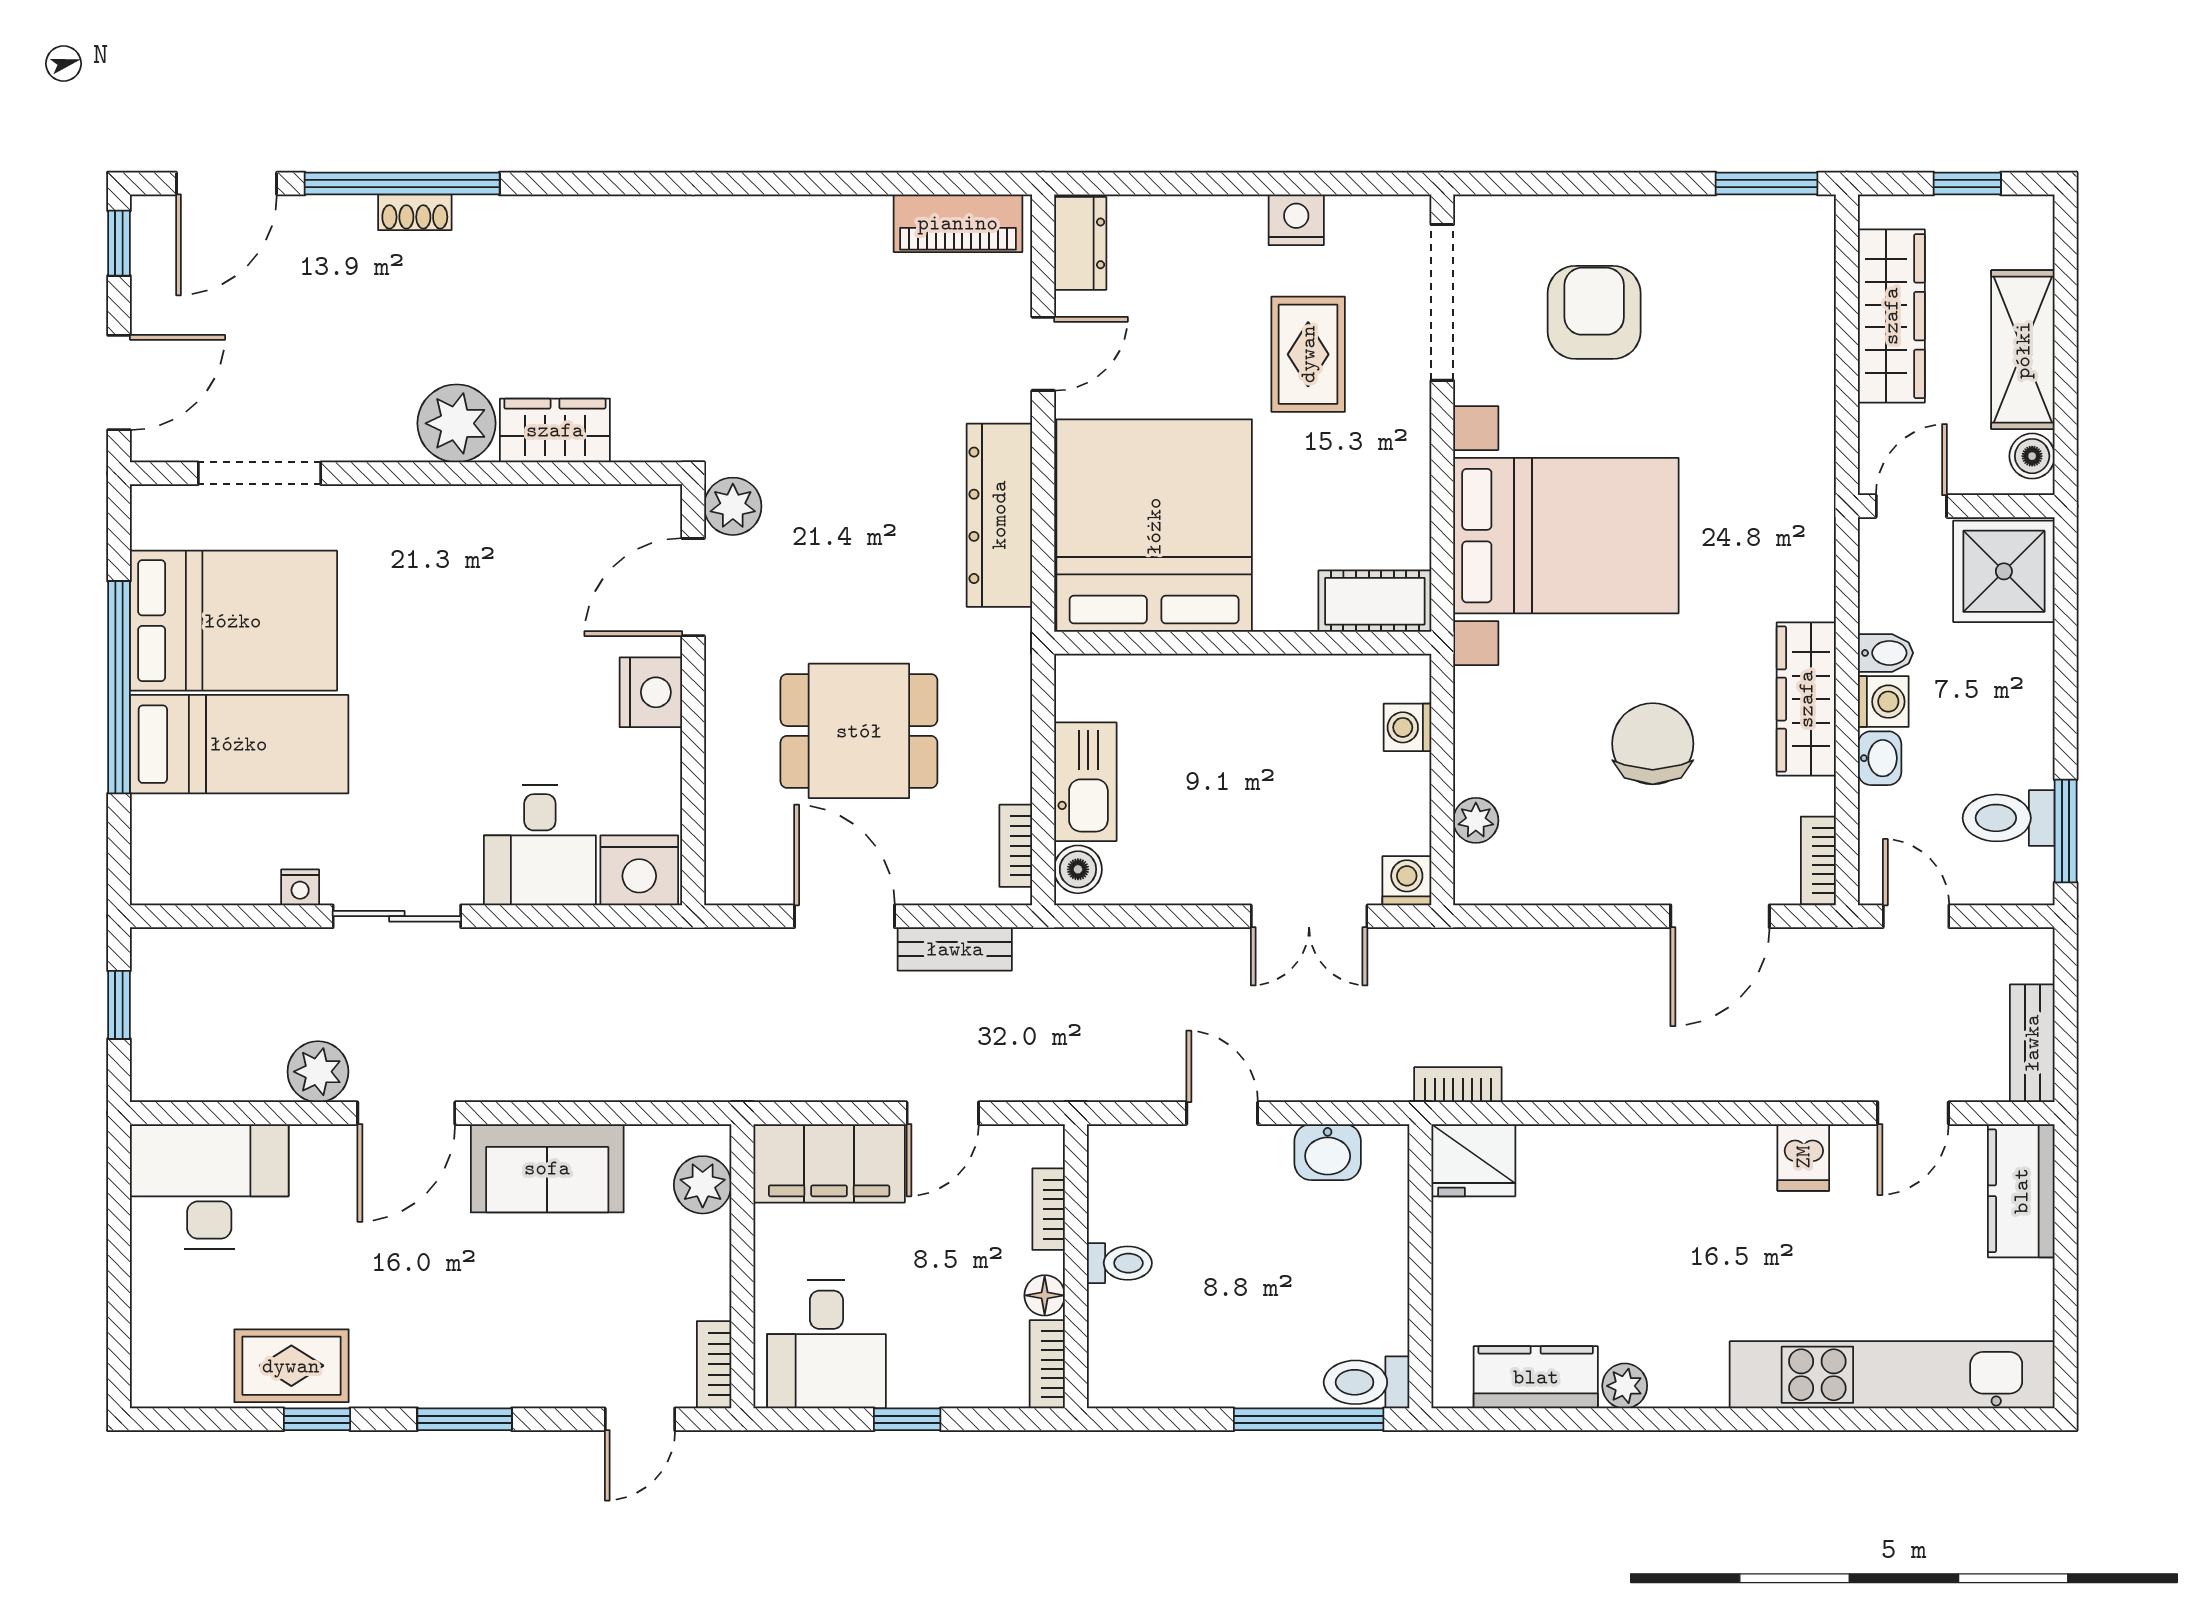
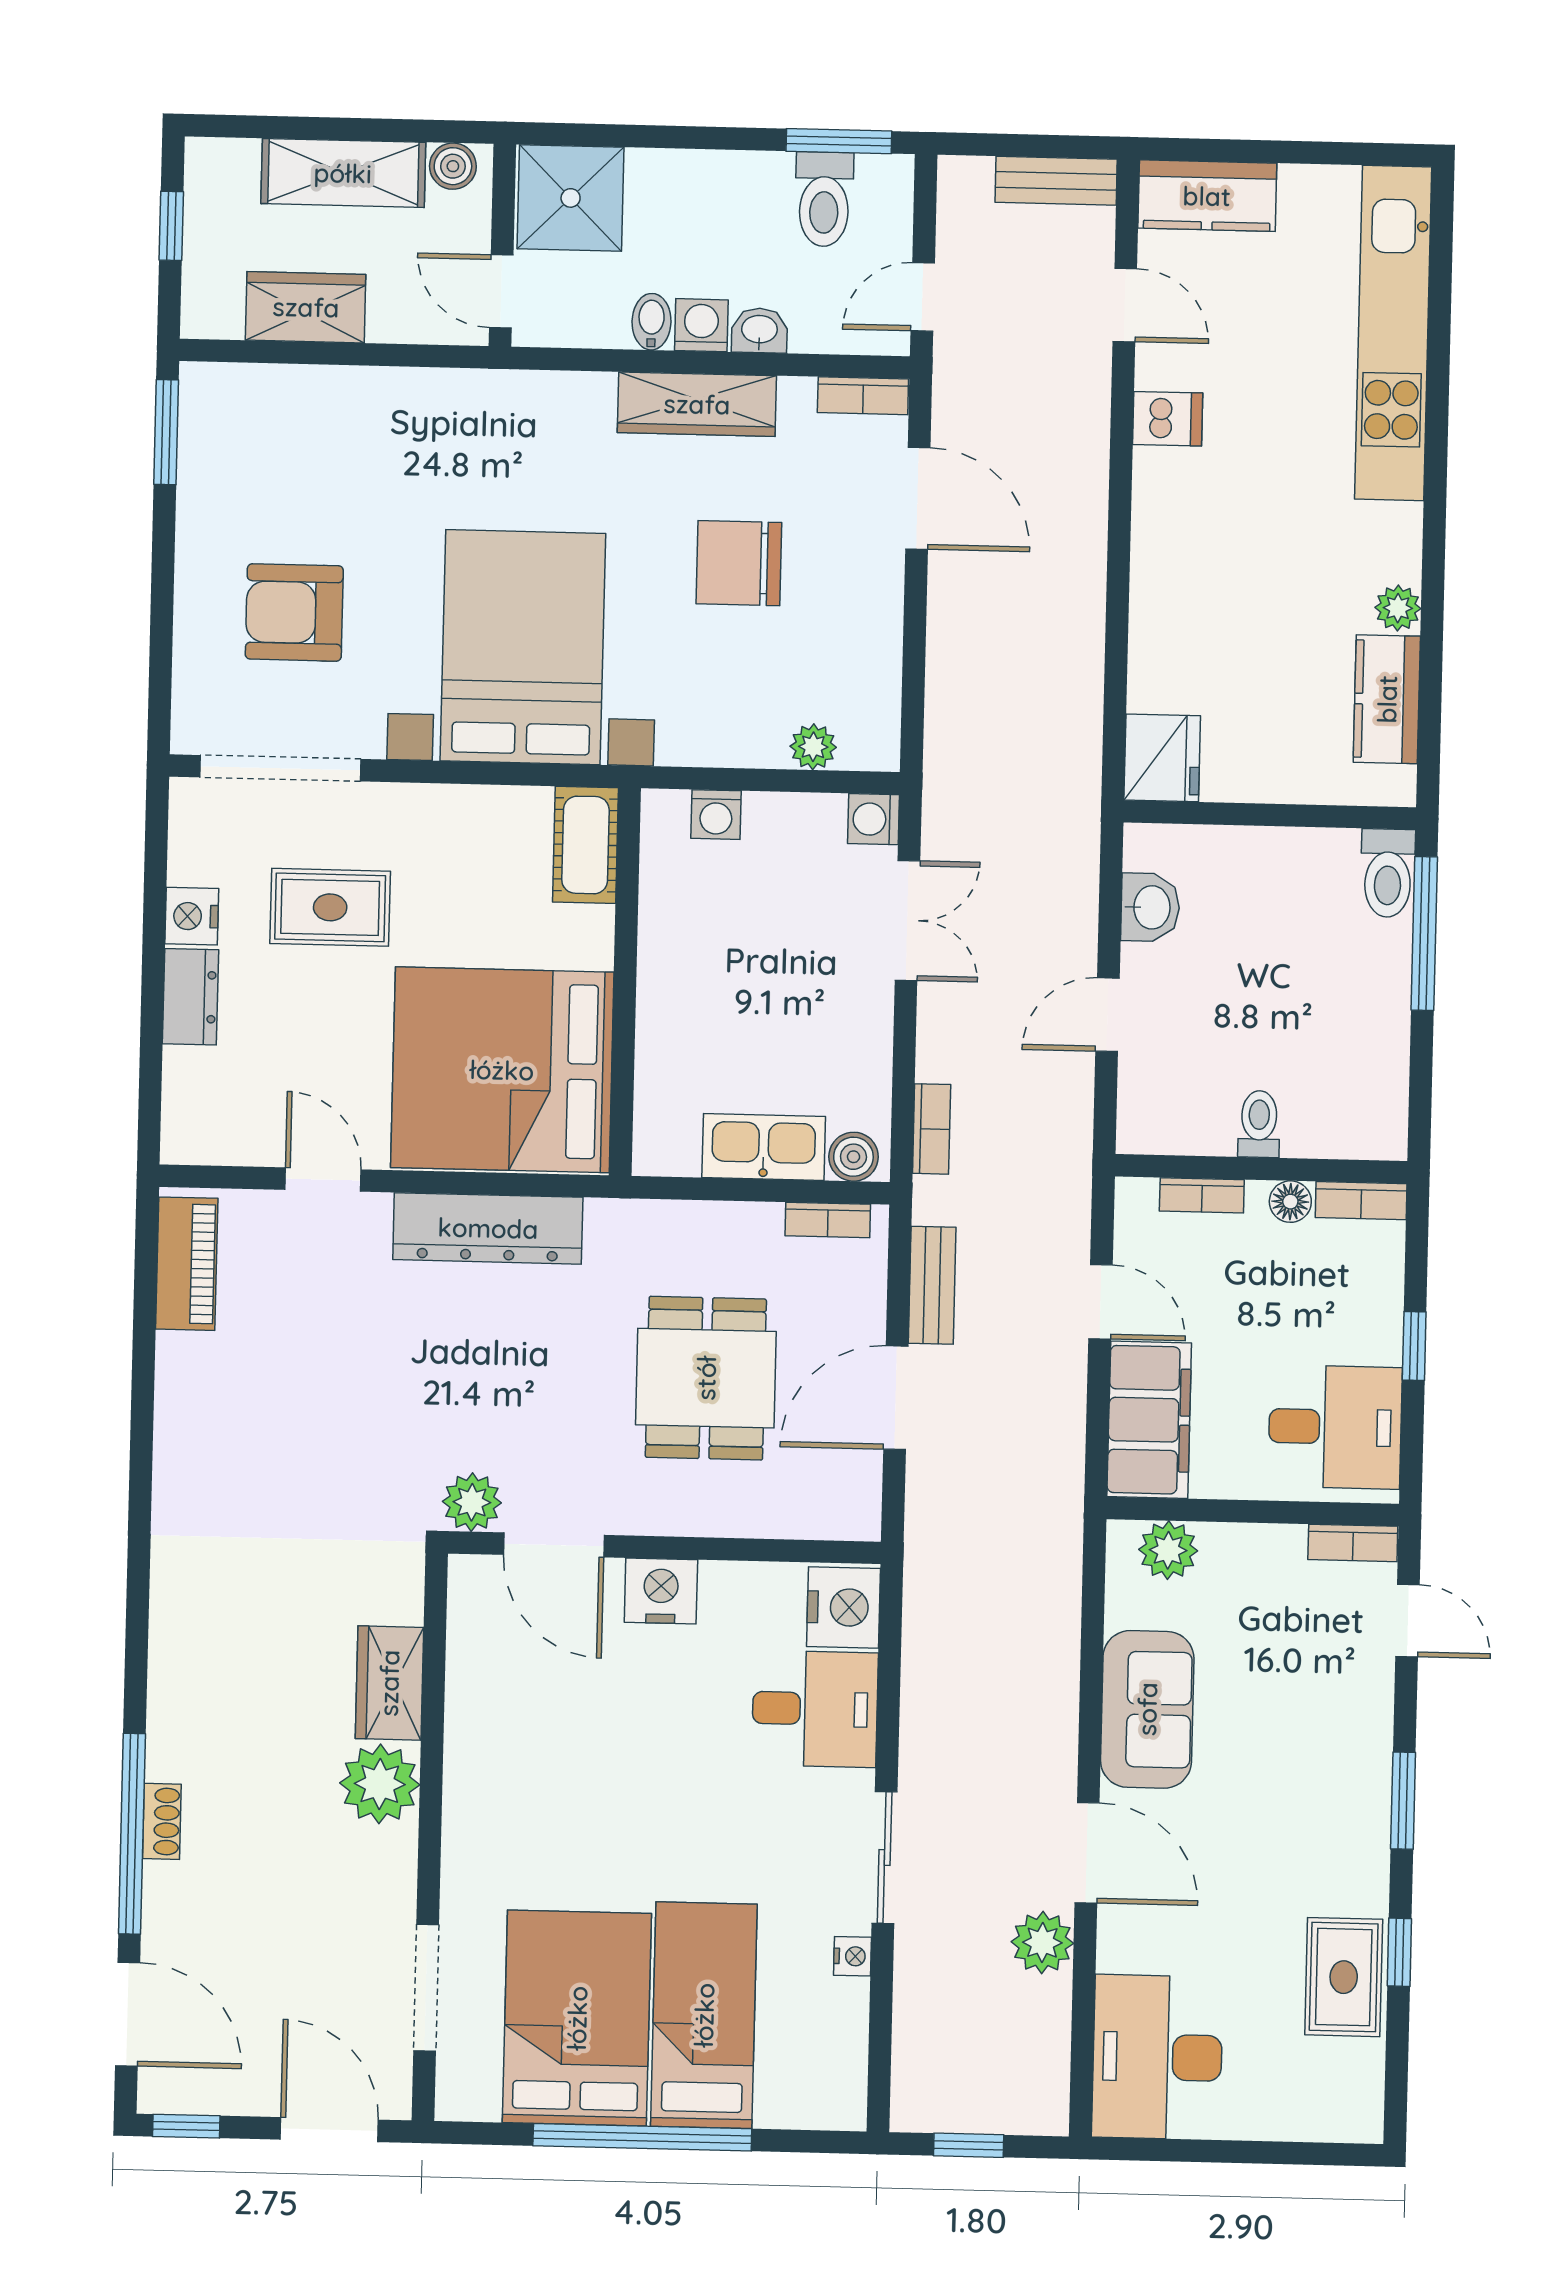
dresser: (1080, 243) -> (191, 997), moved, turned 90
wardrobe: (1891, 316) -> (306, 307), width x0.67
bookcase: (1458, 1085) -> (932, 1129), moved, turned 180

